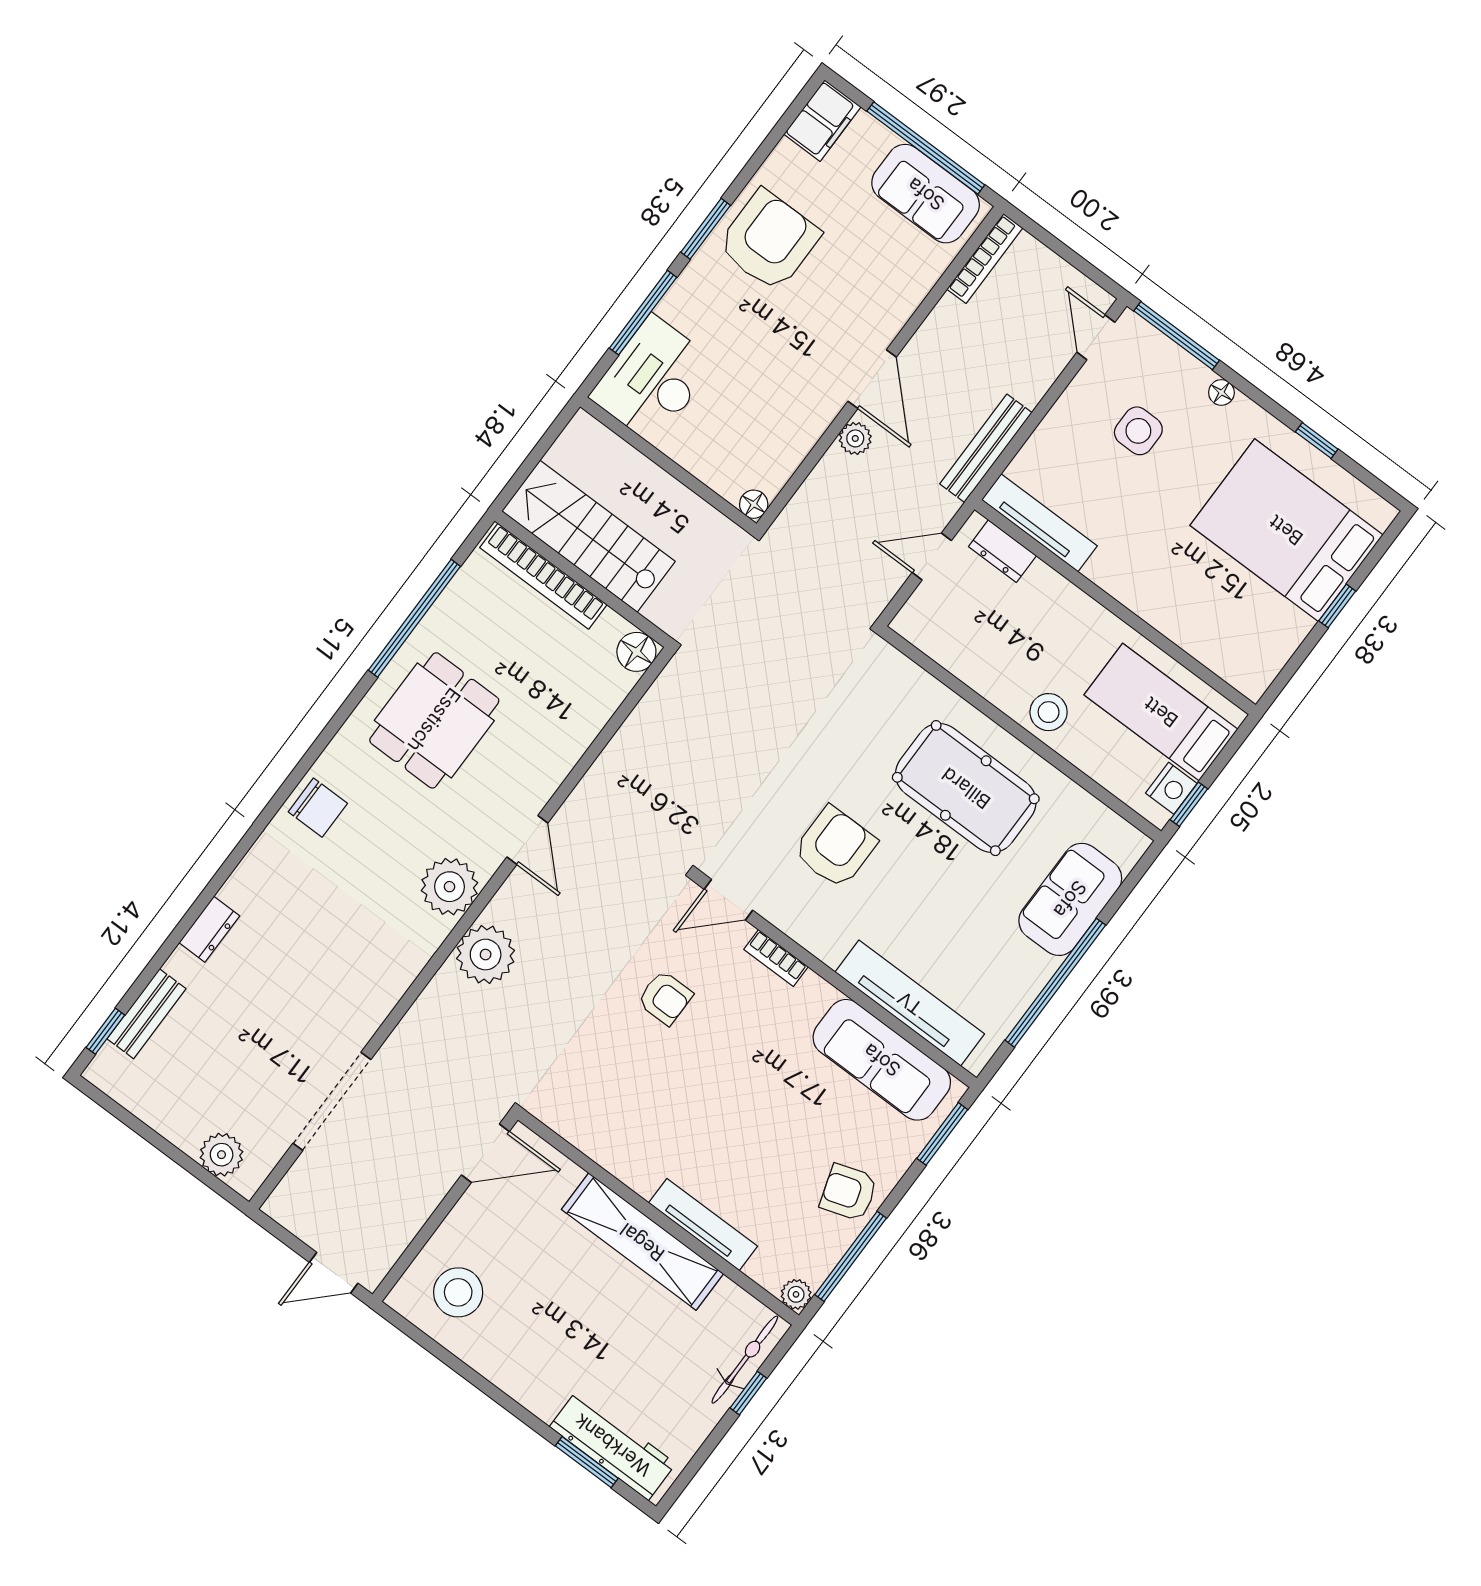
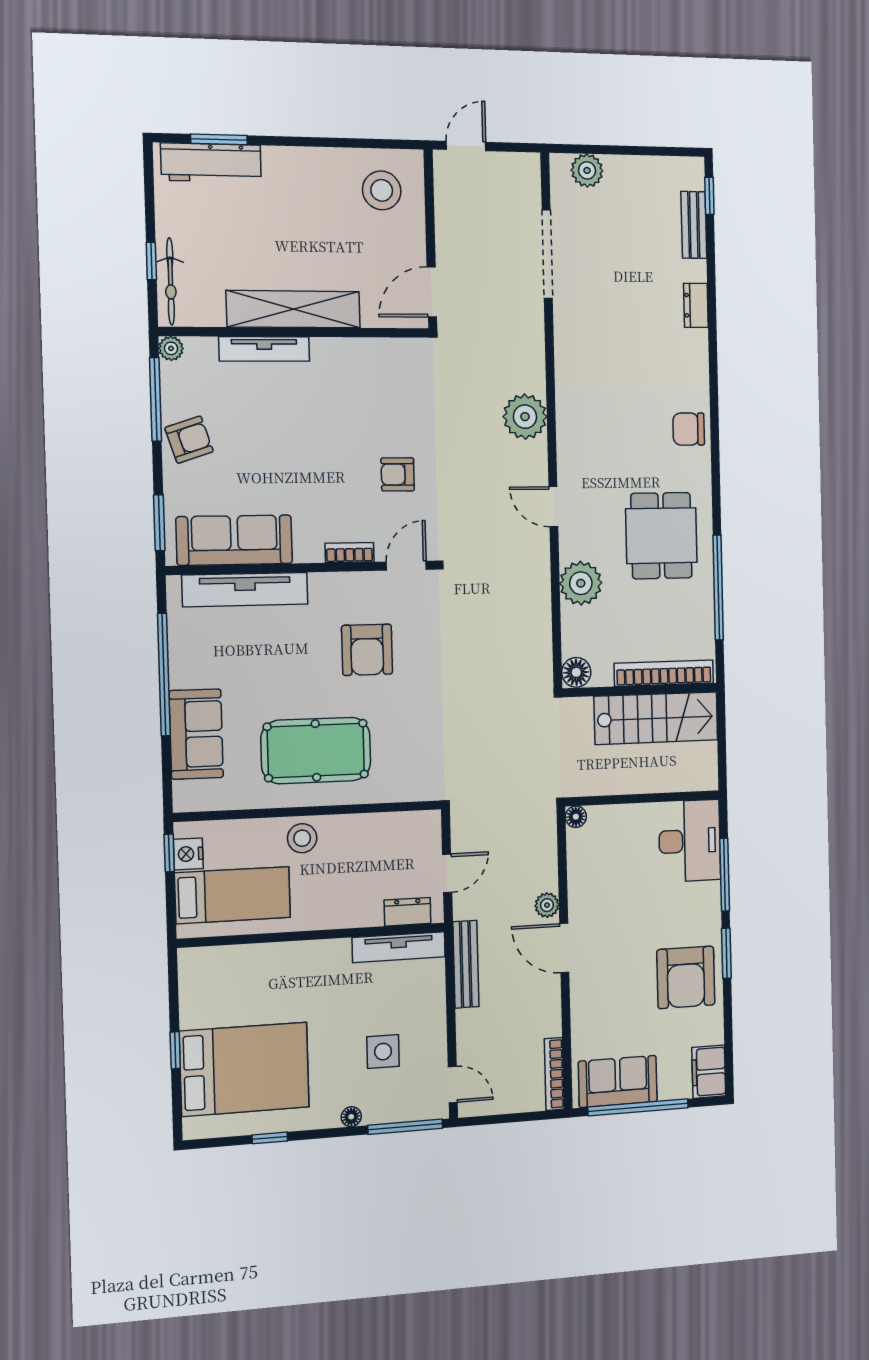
plant: (449, 887) -> (581, 583), moved

